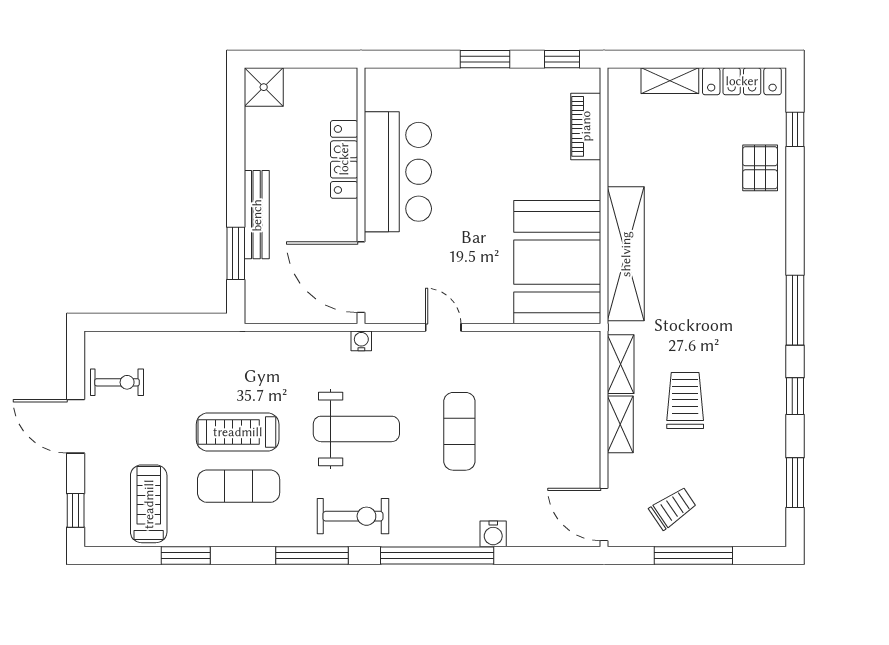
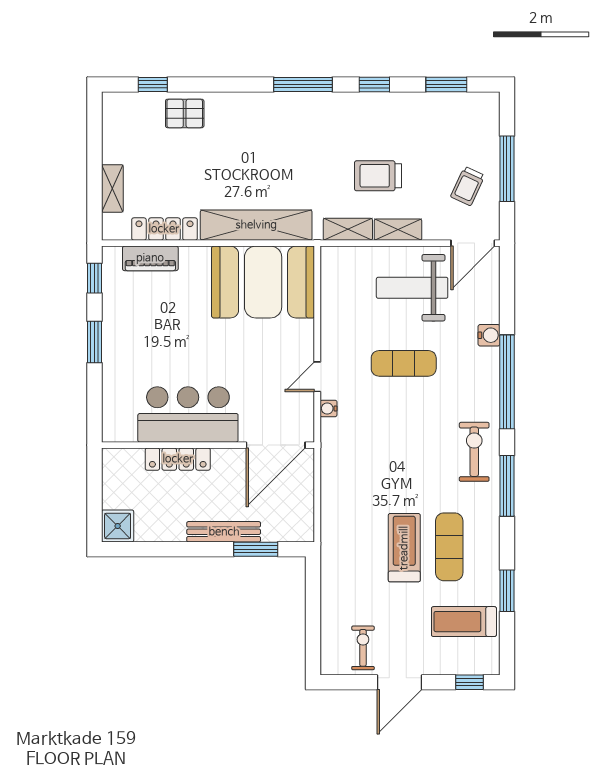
locker: (742, 81) -> (164, 229), moved, turned -90
water cooler: (361, 341) -> (329, 408), moved
weight bench: (356, 429) -> (412, 288), moved, turned -90
treadmill: (238, 432) -> (404, 548), turned 180
trolley: (673, 508) -> (468, 186), turned -121

